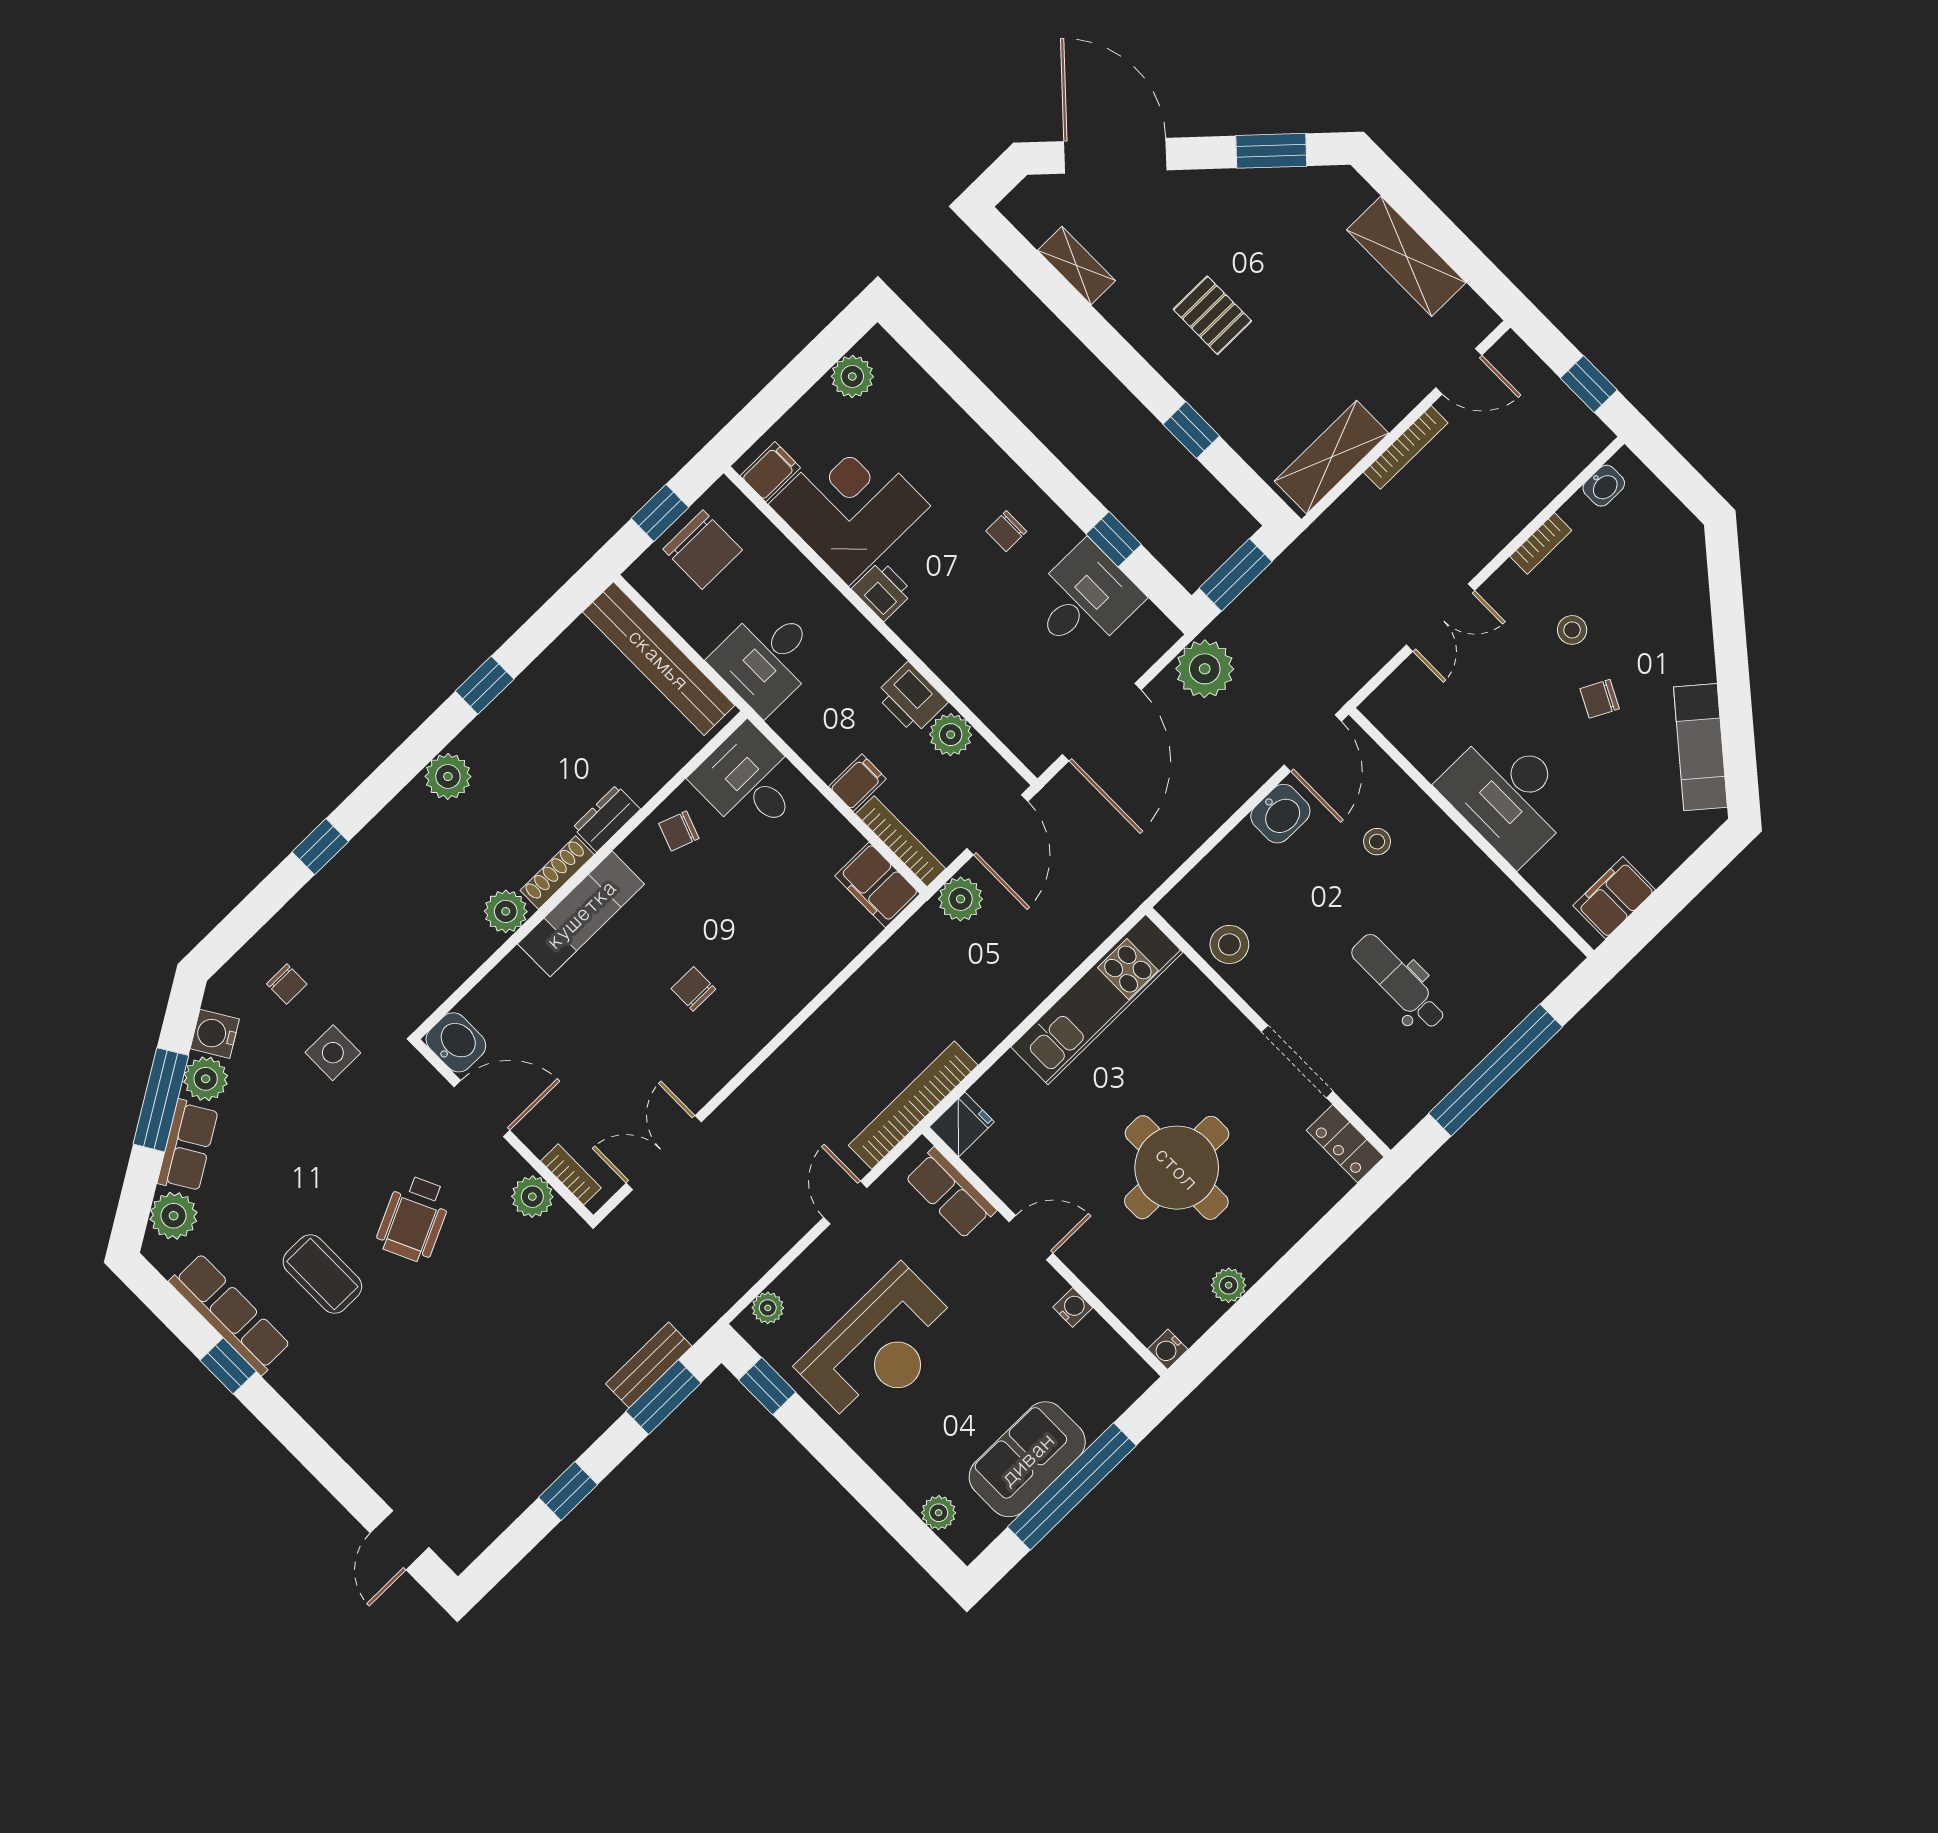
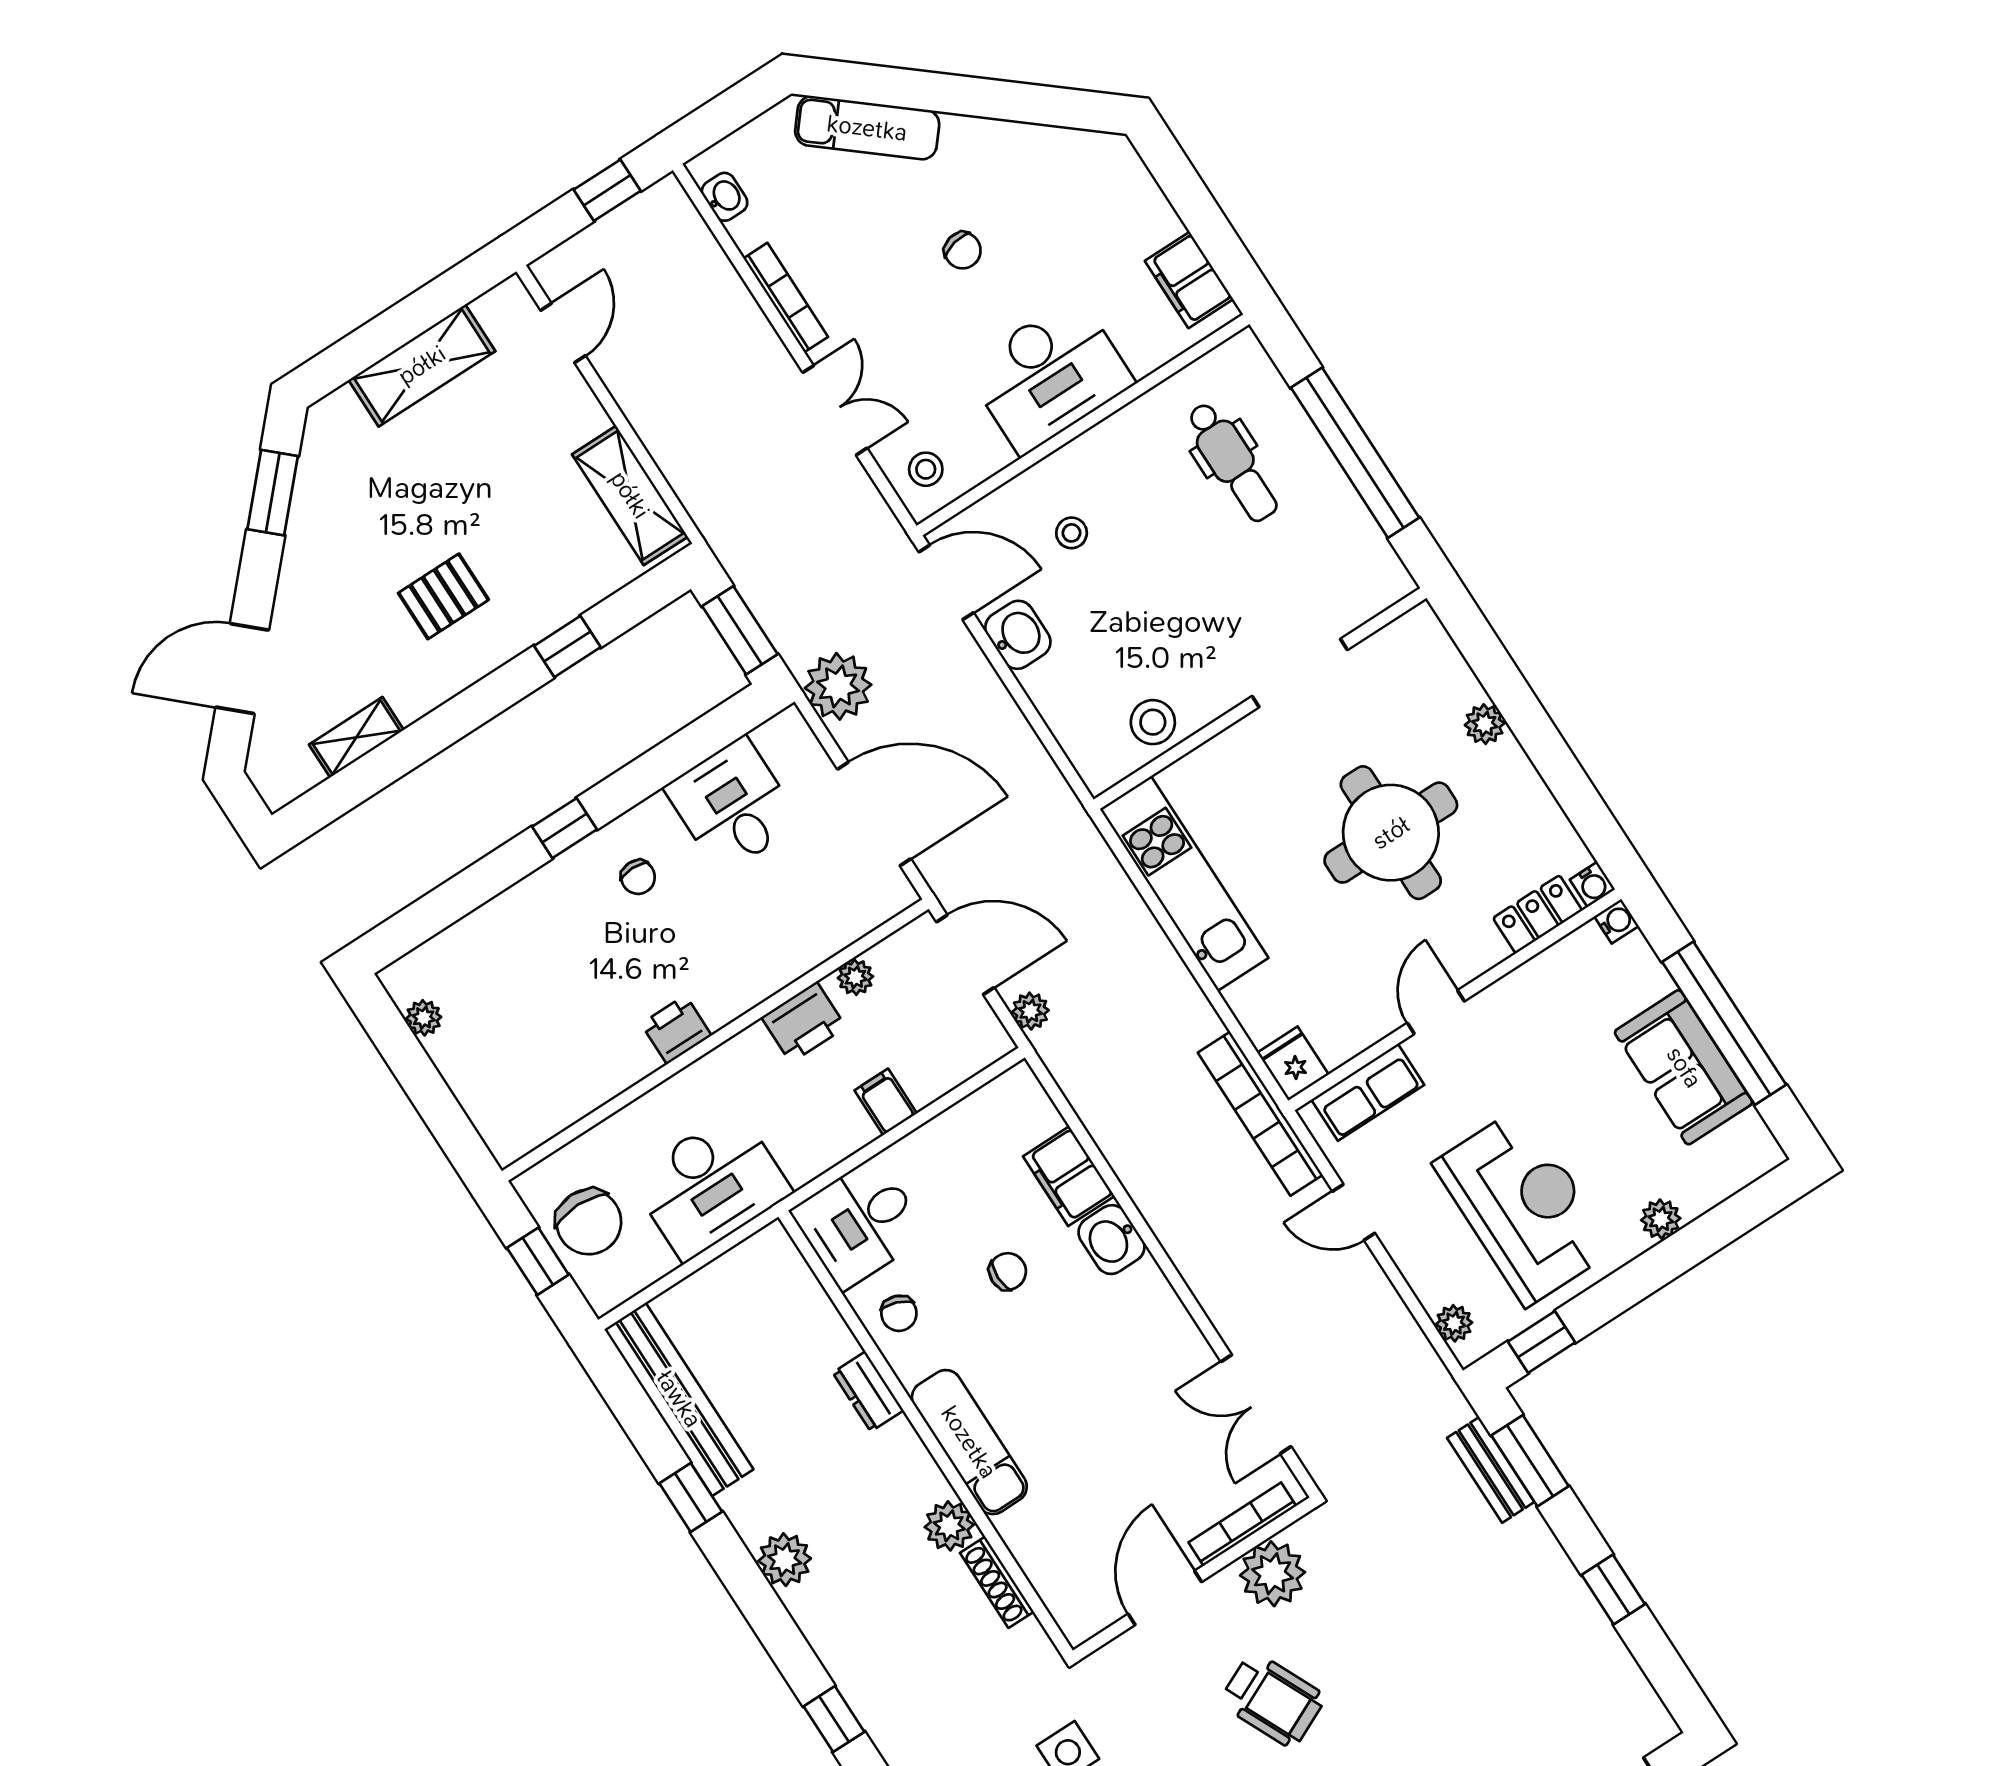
door: (1115, 156) -> (242, 669), width x0.73
plant: (852, 376) -> (424, 1018), width x0.73, depth x0.73
bookcase: (1406, 447) -> (636, 410), removed
filing cabinet: (770, 472) -> (517, 1128), removed
corner desk: (849, 505) -> (573, 1047), removed
window: (1114, 539) -> (565, 828), moved
bookcase: (1541, 543) -> (786, 298), width x1.56
chair: (703, 550) -> (589, 1222), turned 90
stool: (1572, 630) -> (926, 469), moved
bench: (659, 659) -> (679, 1399), moved, turned 90
desk: (767, 659) -> (711, 1185), width x1.37
chair: (1600, 699) -> (963, 250), turned -39
plant: (951, 735) -> (855, 977), width x0.73, depth x0.73
exam couch: (1700, 747) -> (867, 128), moved
bookcase: (901, 841) -> (961, 1067), removed
shoe rack: (557, 872) -> (997, 1582), moved
filing cabinet: (877, 885) -> (1069, 1176), moved, turned 90
plant: (961, 899) -> (1030, 1011), width x0.73, depth x0.73
dental chair: (1399, 982) -> (1232, 462), moved, turned -90
chair: (693, 989) -> (1008, 1271), moved, turned 180
washbasin: (456, 1042) -> (1112, 1240), moved, turned -90
locker: (1345, 1144) -> (1538, 914), moved, turned 180
bookcase: (571, 1174) -> (1242, 1524), width x1.56
plant: (532, 1197) -> (1273, 1574), width x1.36, depth x1.36
plant: (1229, 1285) -> (1485, 724), moved
water cooler: (1073, 1307) -> (1617, 921), moved, turned 90
plant: (939, 1513) -> (1661, 1219), moved

